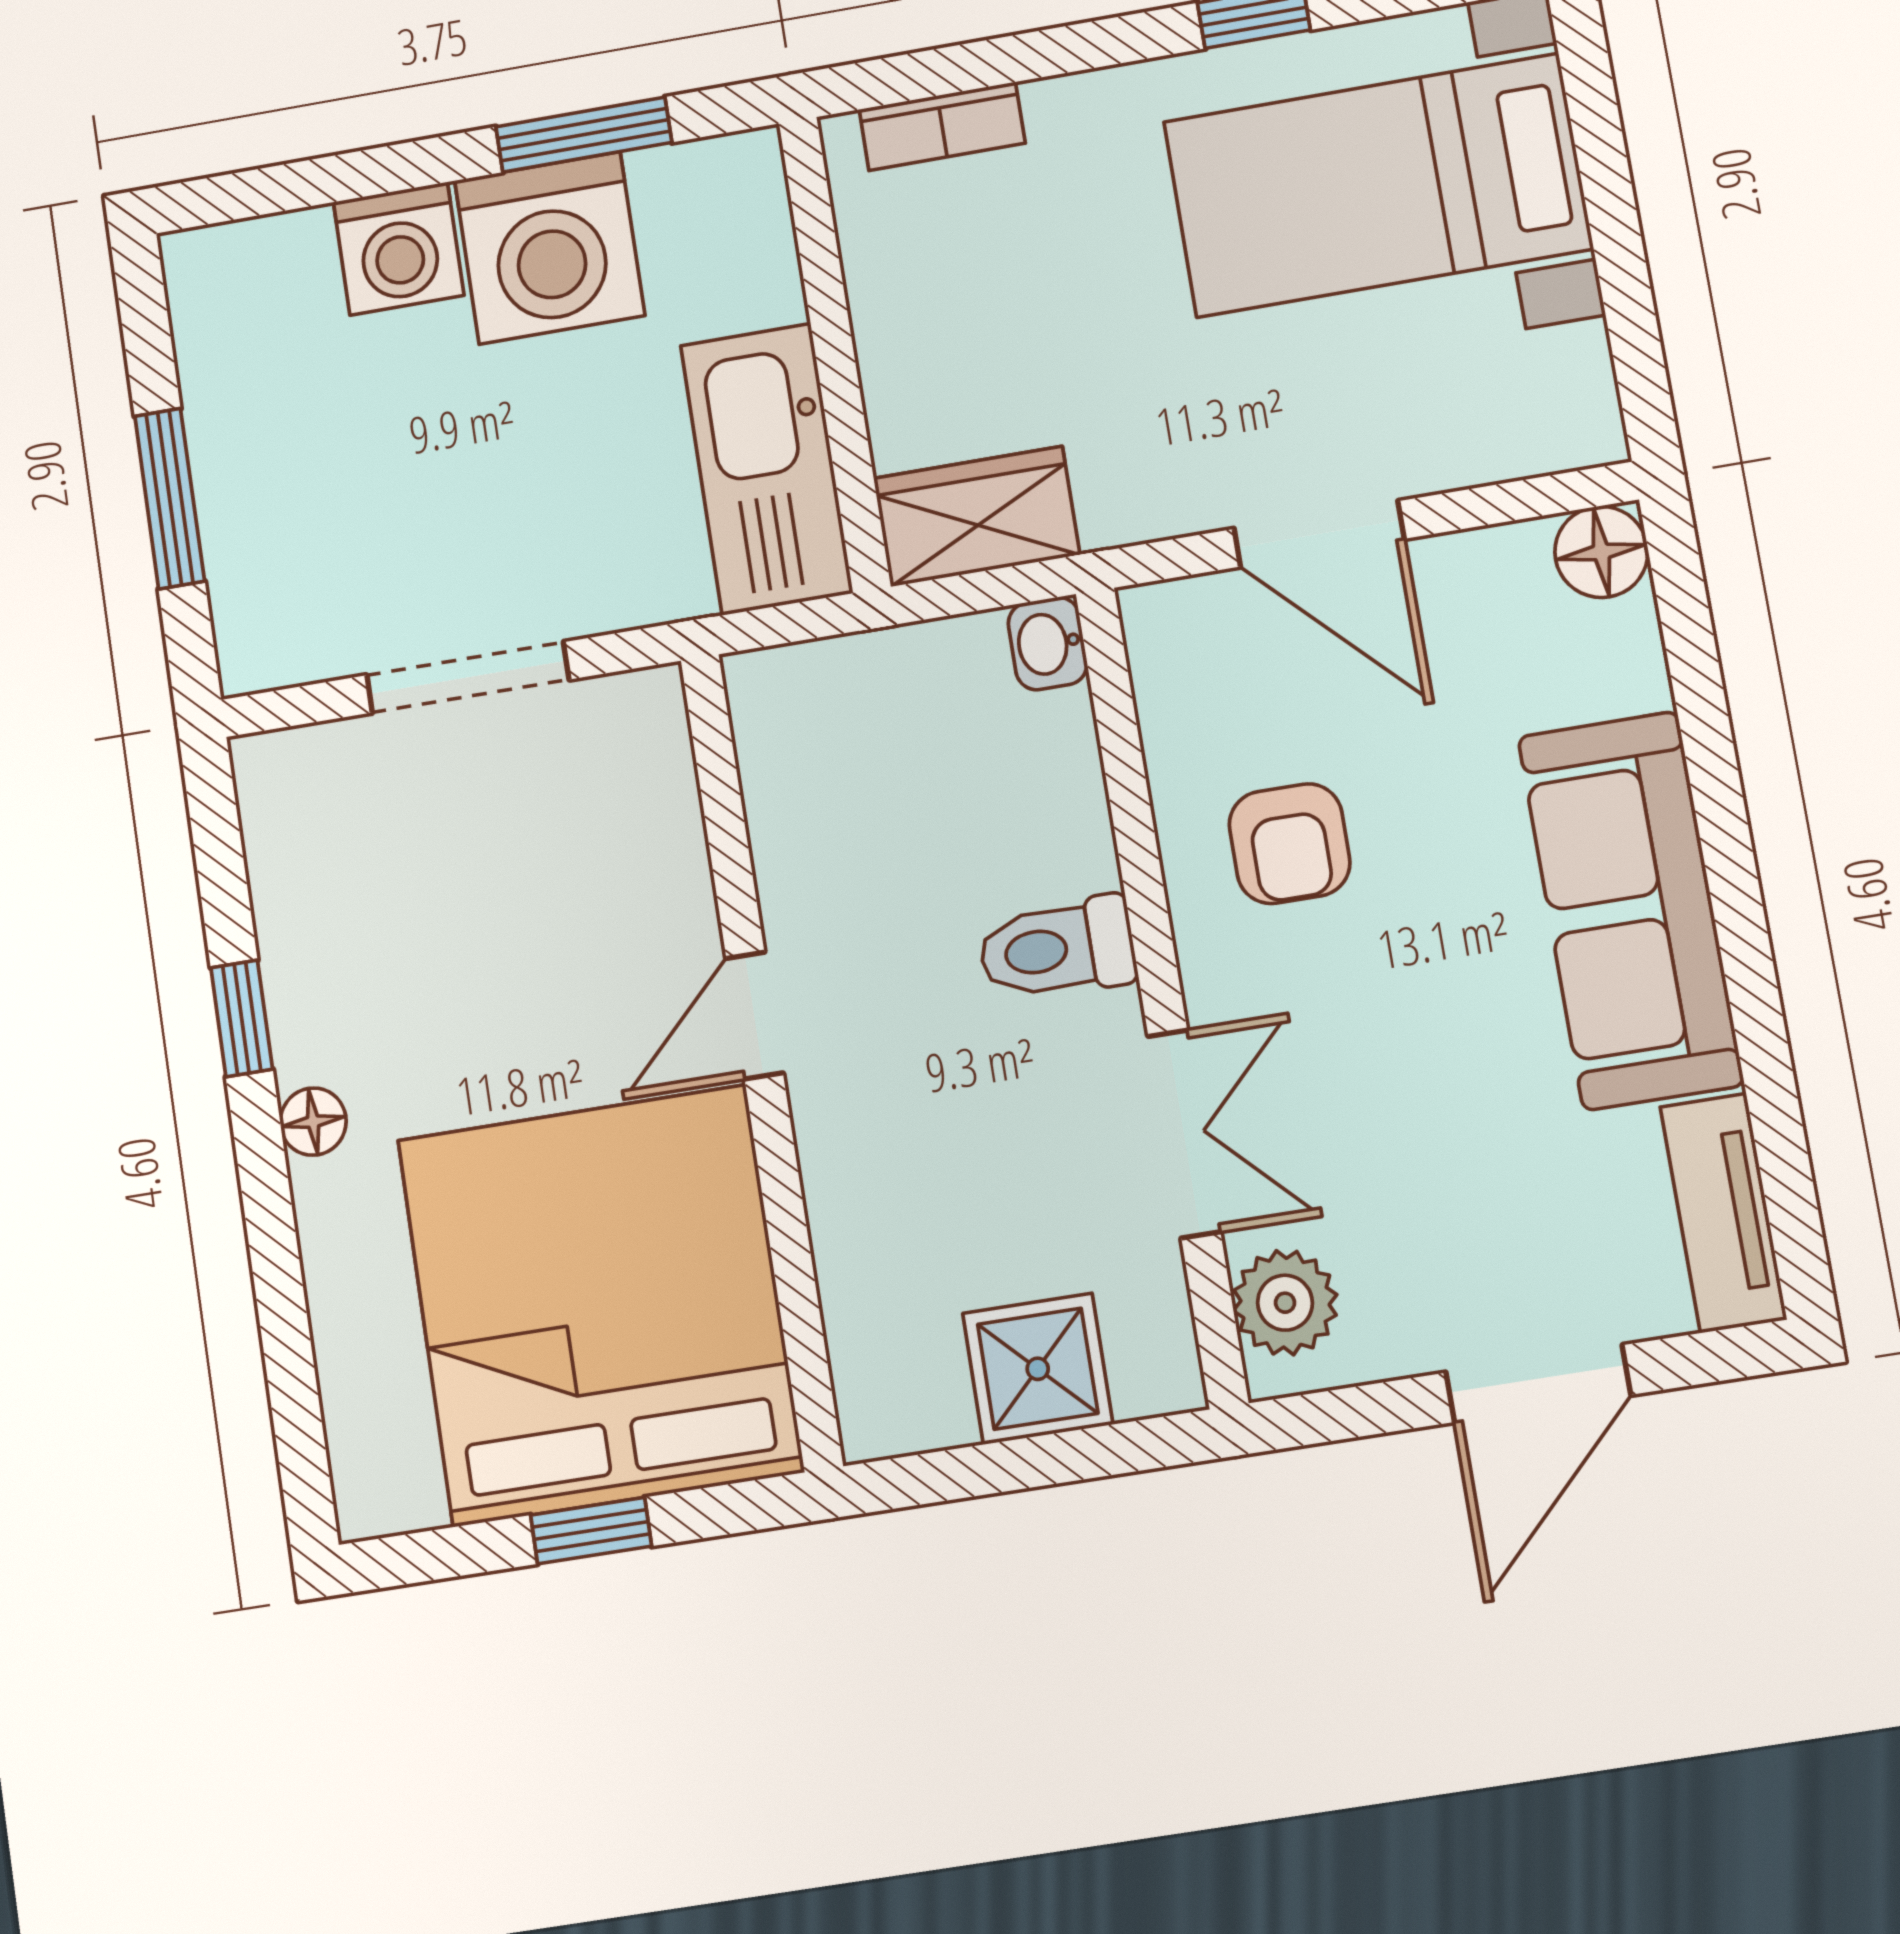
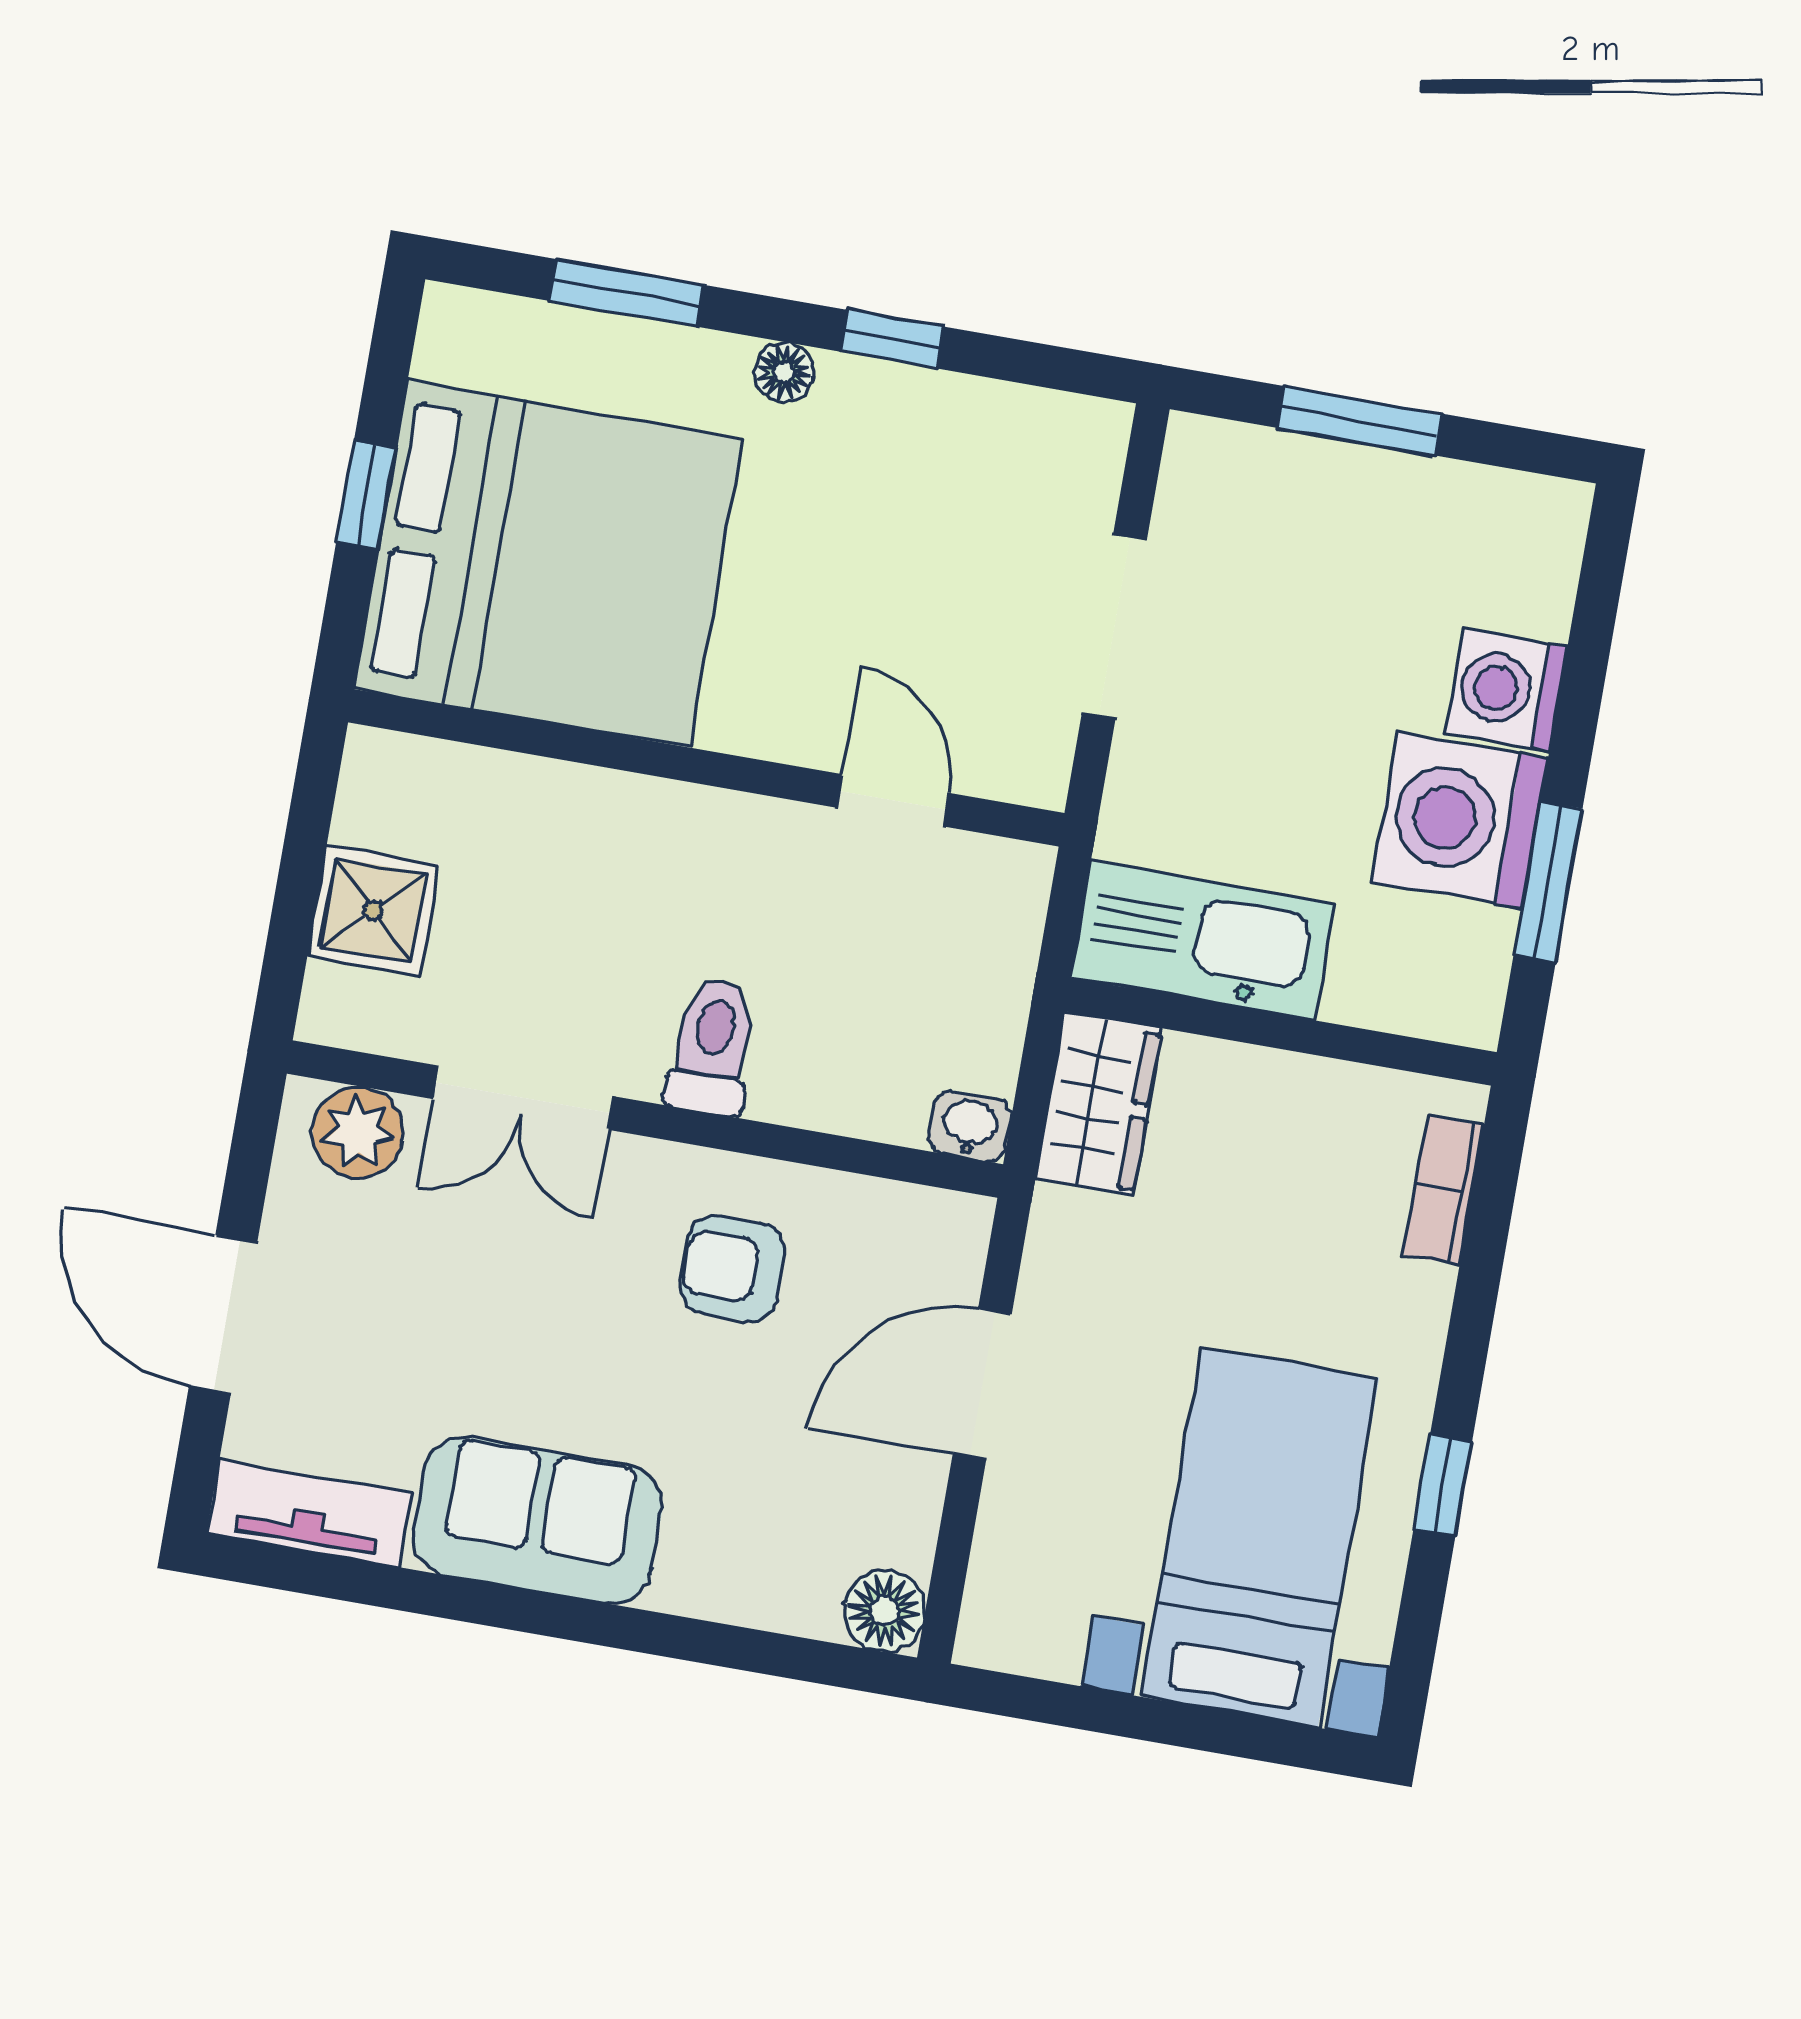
sofa: (1630, 910) -> (537, 1520), width x0.73
door: (755, 1016) -> (892, 800), moved
window: (284, 1320) -> (627, 293), added

